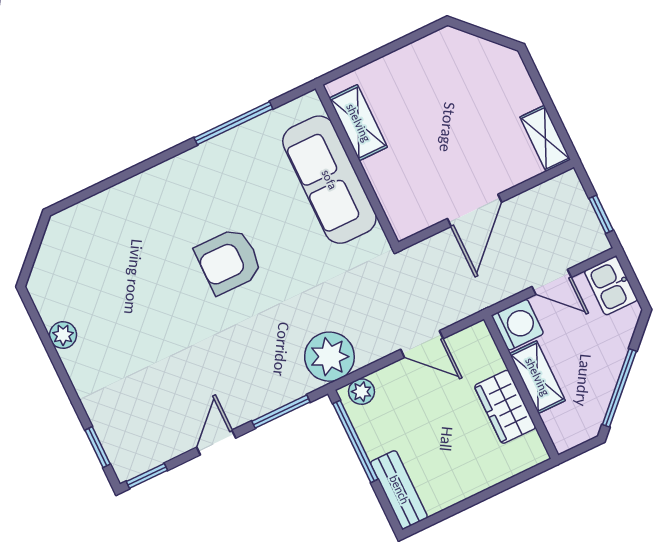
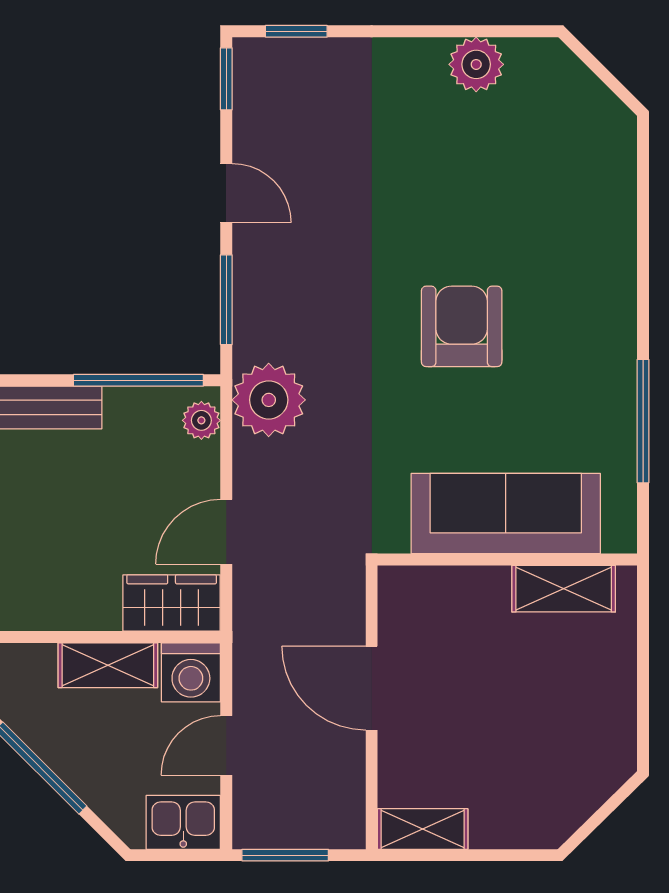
window: (601, 214) -> (285, 855), width x1.50
plant: (63, 335) -> (476, 64), width x1.38, depth x1.38
wardrobe: (505, 407) -> (172, 603), moved

